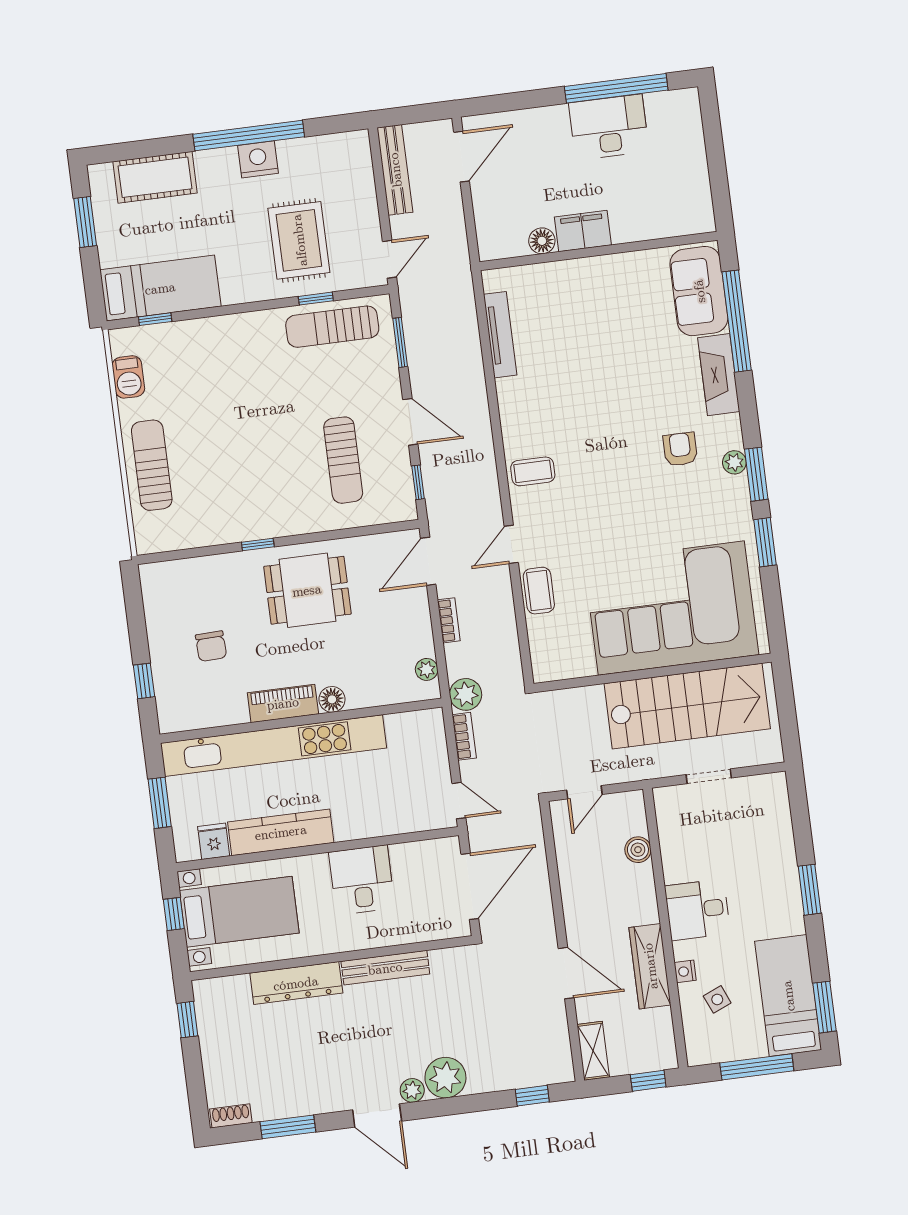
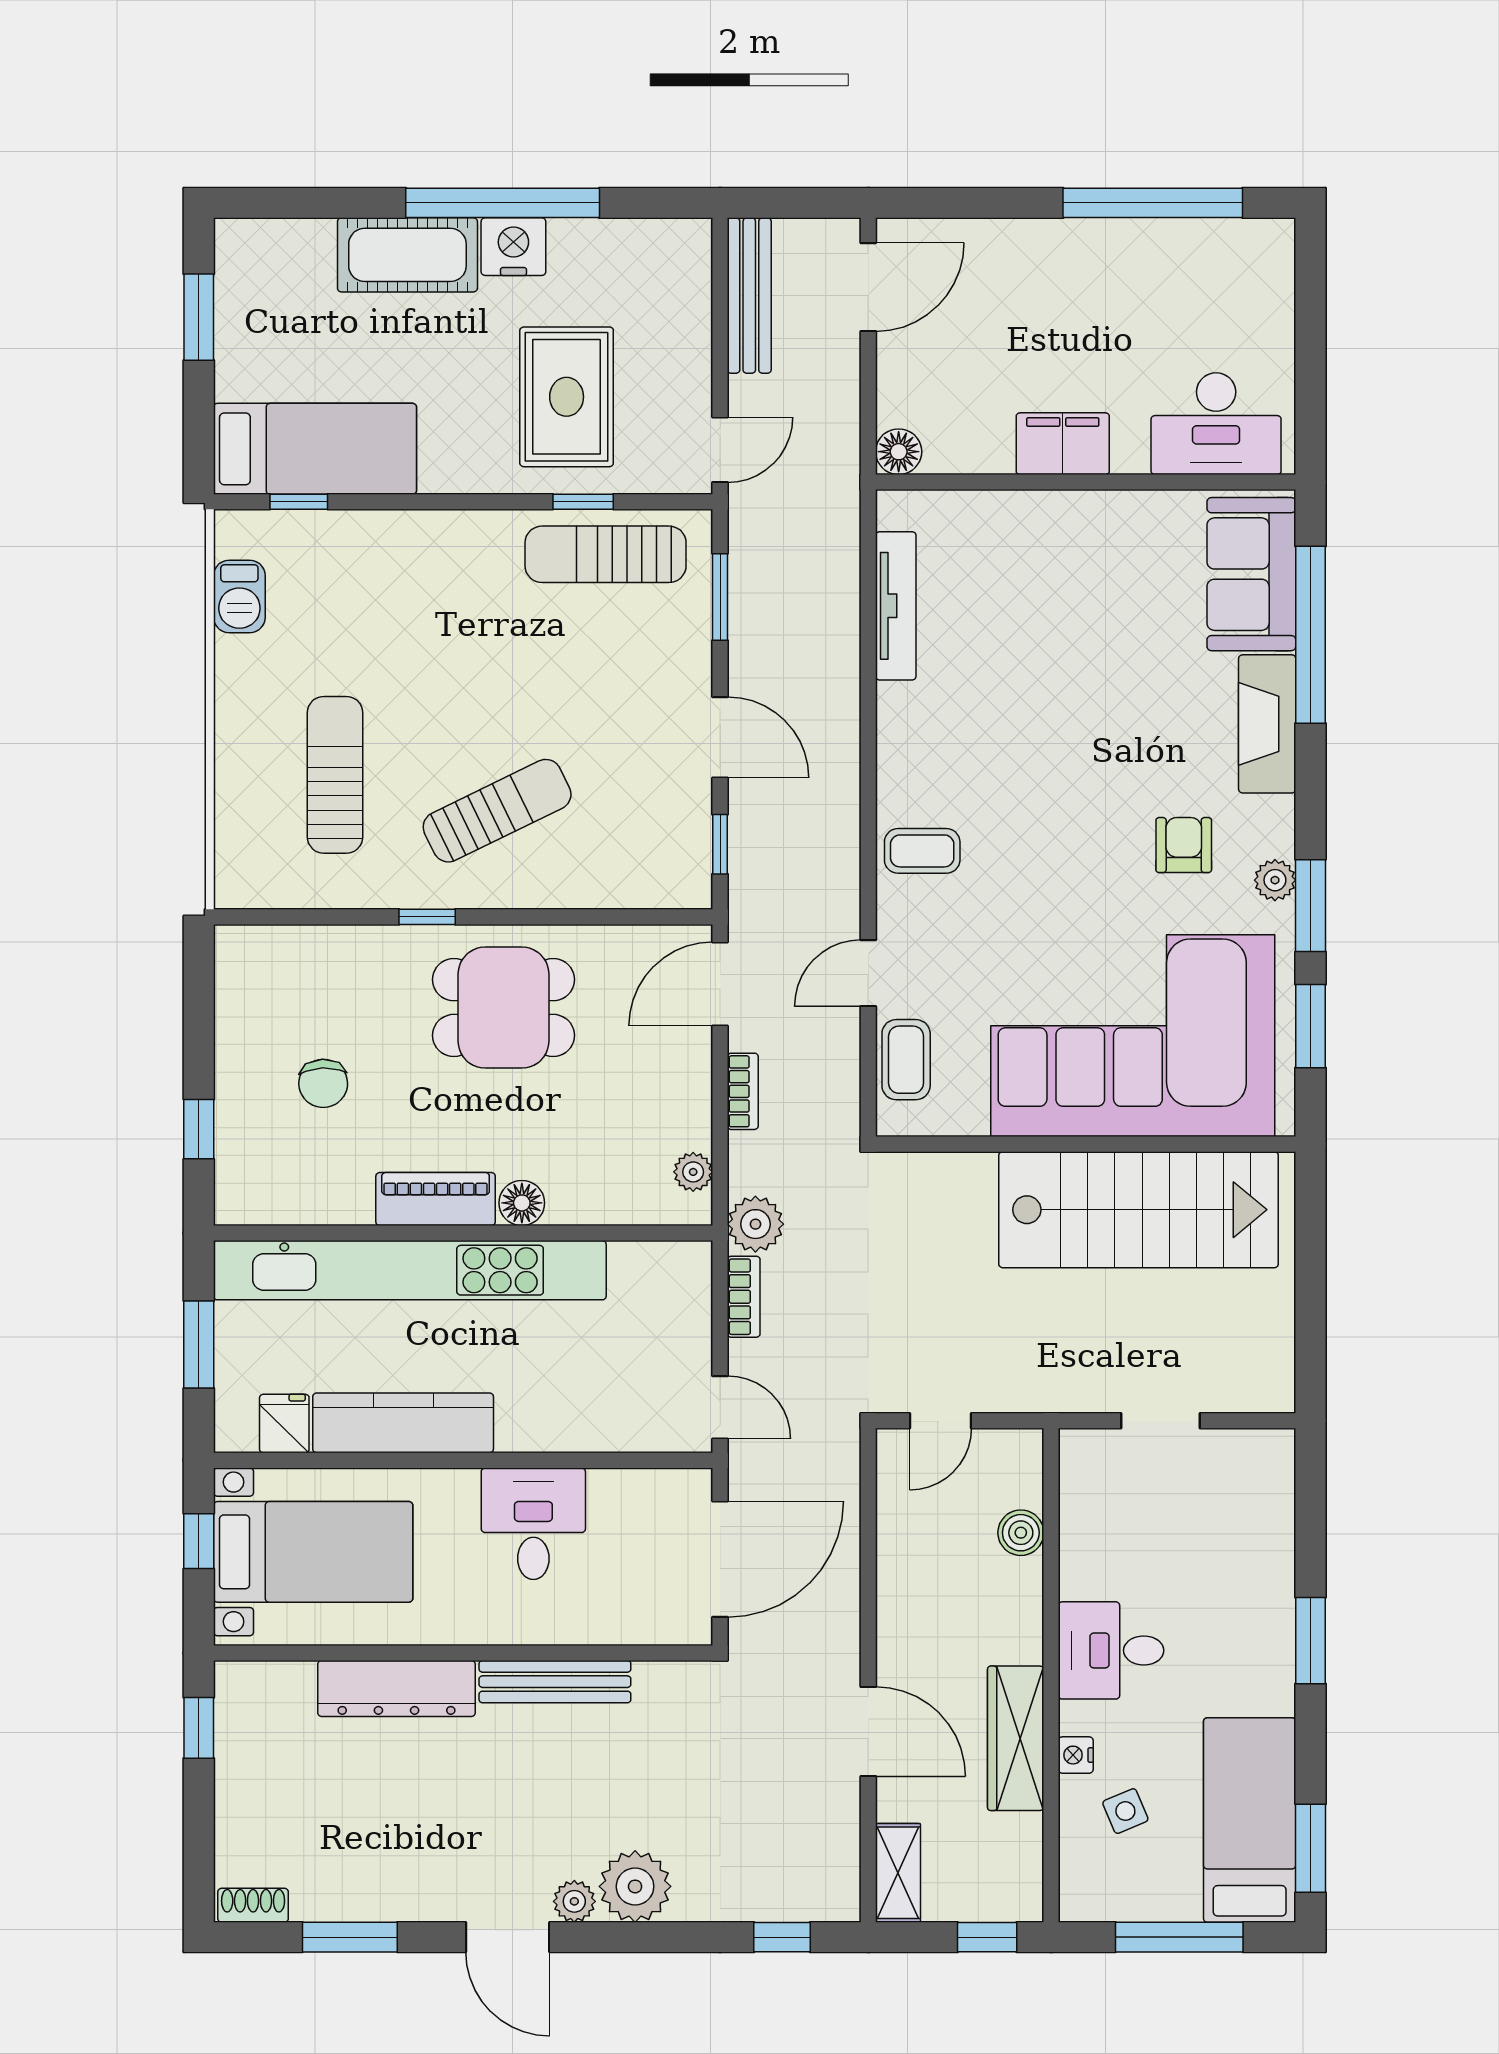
desk: (609, 127) -> (1216, 424), moved, turned 180
cot: (155, 177) -> (407, 255), moved
floor lamp: (542, 241) -> (899, 452), moved
sun lounger: (343, 460) -> (497, 811), moved, turned -116
sun lounger: (152, 465) -> (335, 775), moved
corner sofa: (671, 608) -> (1133, 1036), moved
wall: (653, 673) -> (1086, 1144), moved
stairs: (687, 706) -> (1139, 1210), moved

